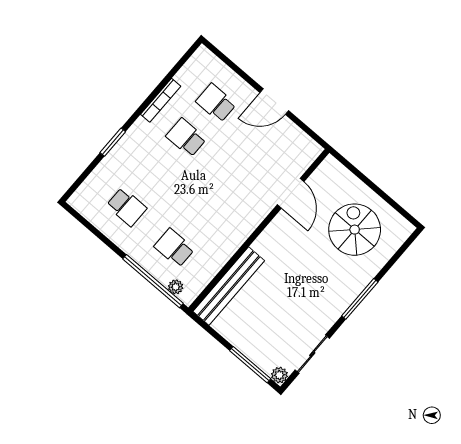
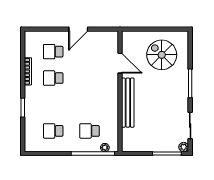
school desk: (127, 207) -> (53, 131), turned 180
bench: (229, 286) -> (128, 103), moved

